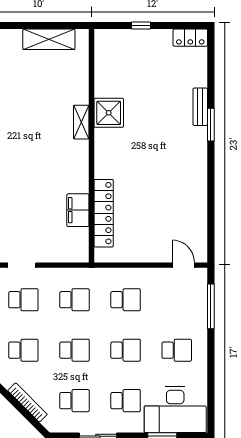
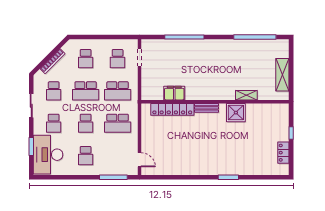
locker: (190, 38) -> (283, 153), moved
bench: (200, 107) -> (207, 108), moved
shelving: (81, 122) -> (246, 95), moved
door: (183, 265) -> (139, 160), hinge flipped
school desk: (74, 300) -> (118, 91), width x1.85
school desk: (126, 300) -> (118, 123), width x1.85
school desk: (74, 350) -> (86, 91), width x1.85

